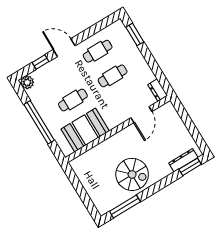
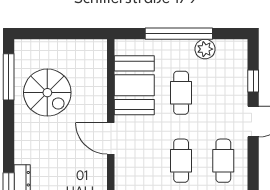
plant: (27, 82) -> (205, 49), moved
door: (141, 115) -> (111, 138), moved
spiral stairs: (132, 174) -> (47, 93), moved, turned -90

